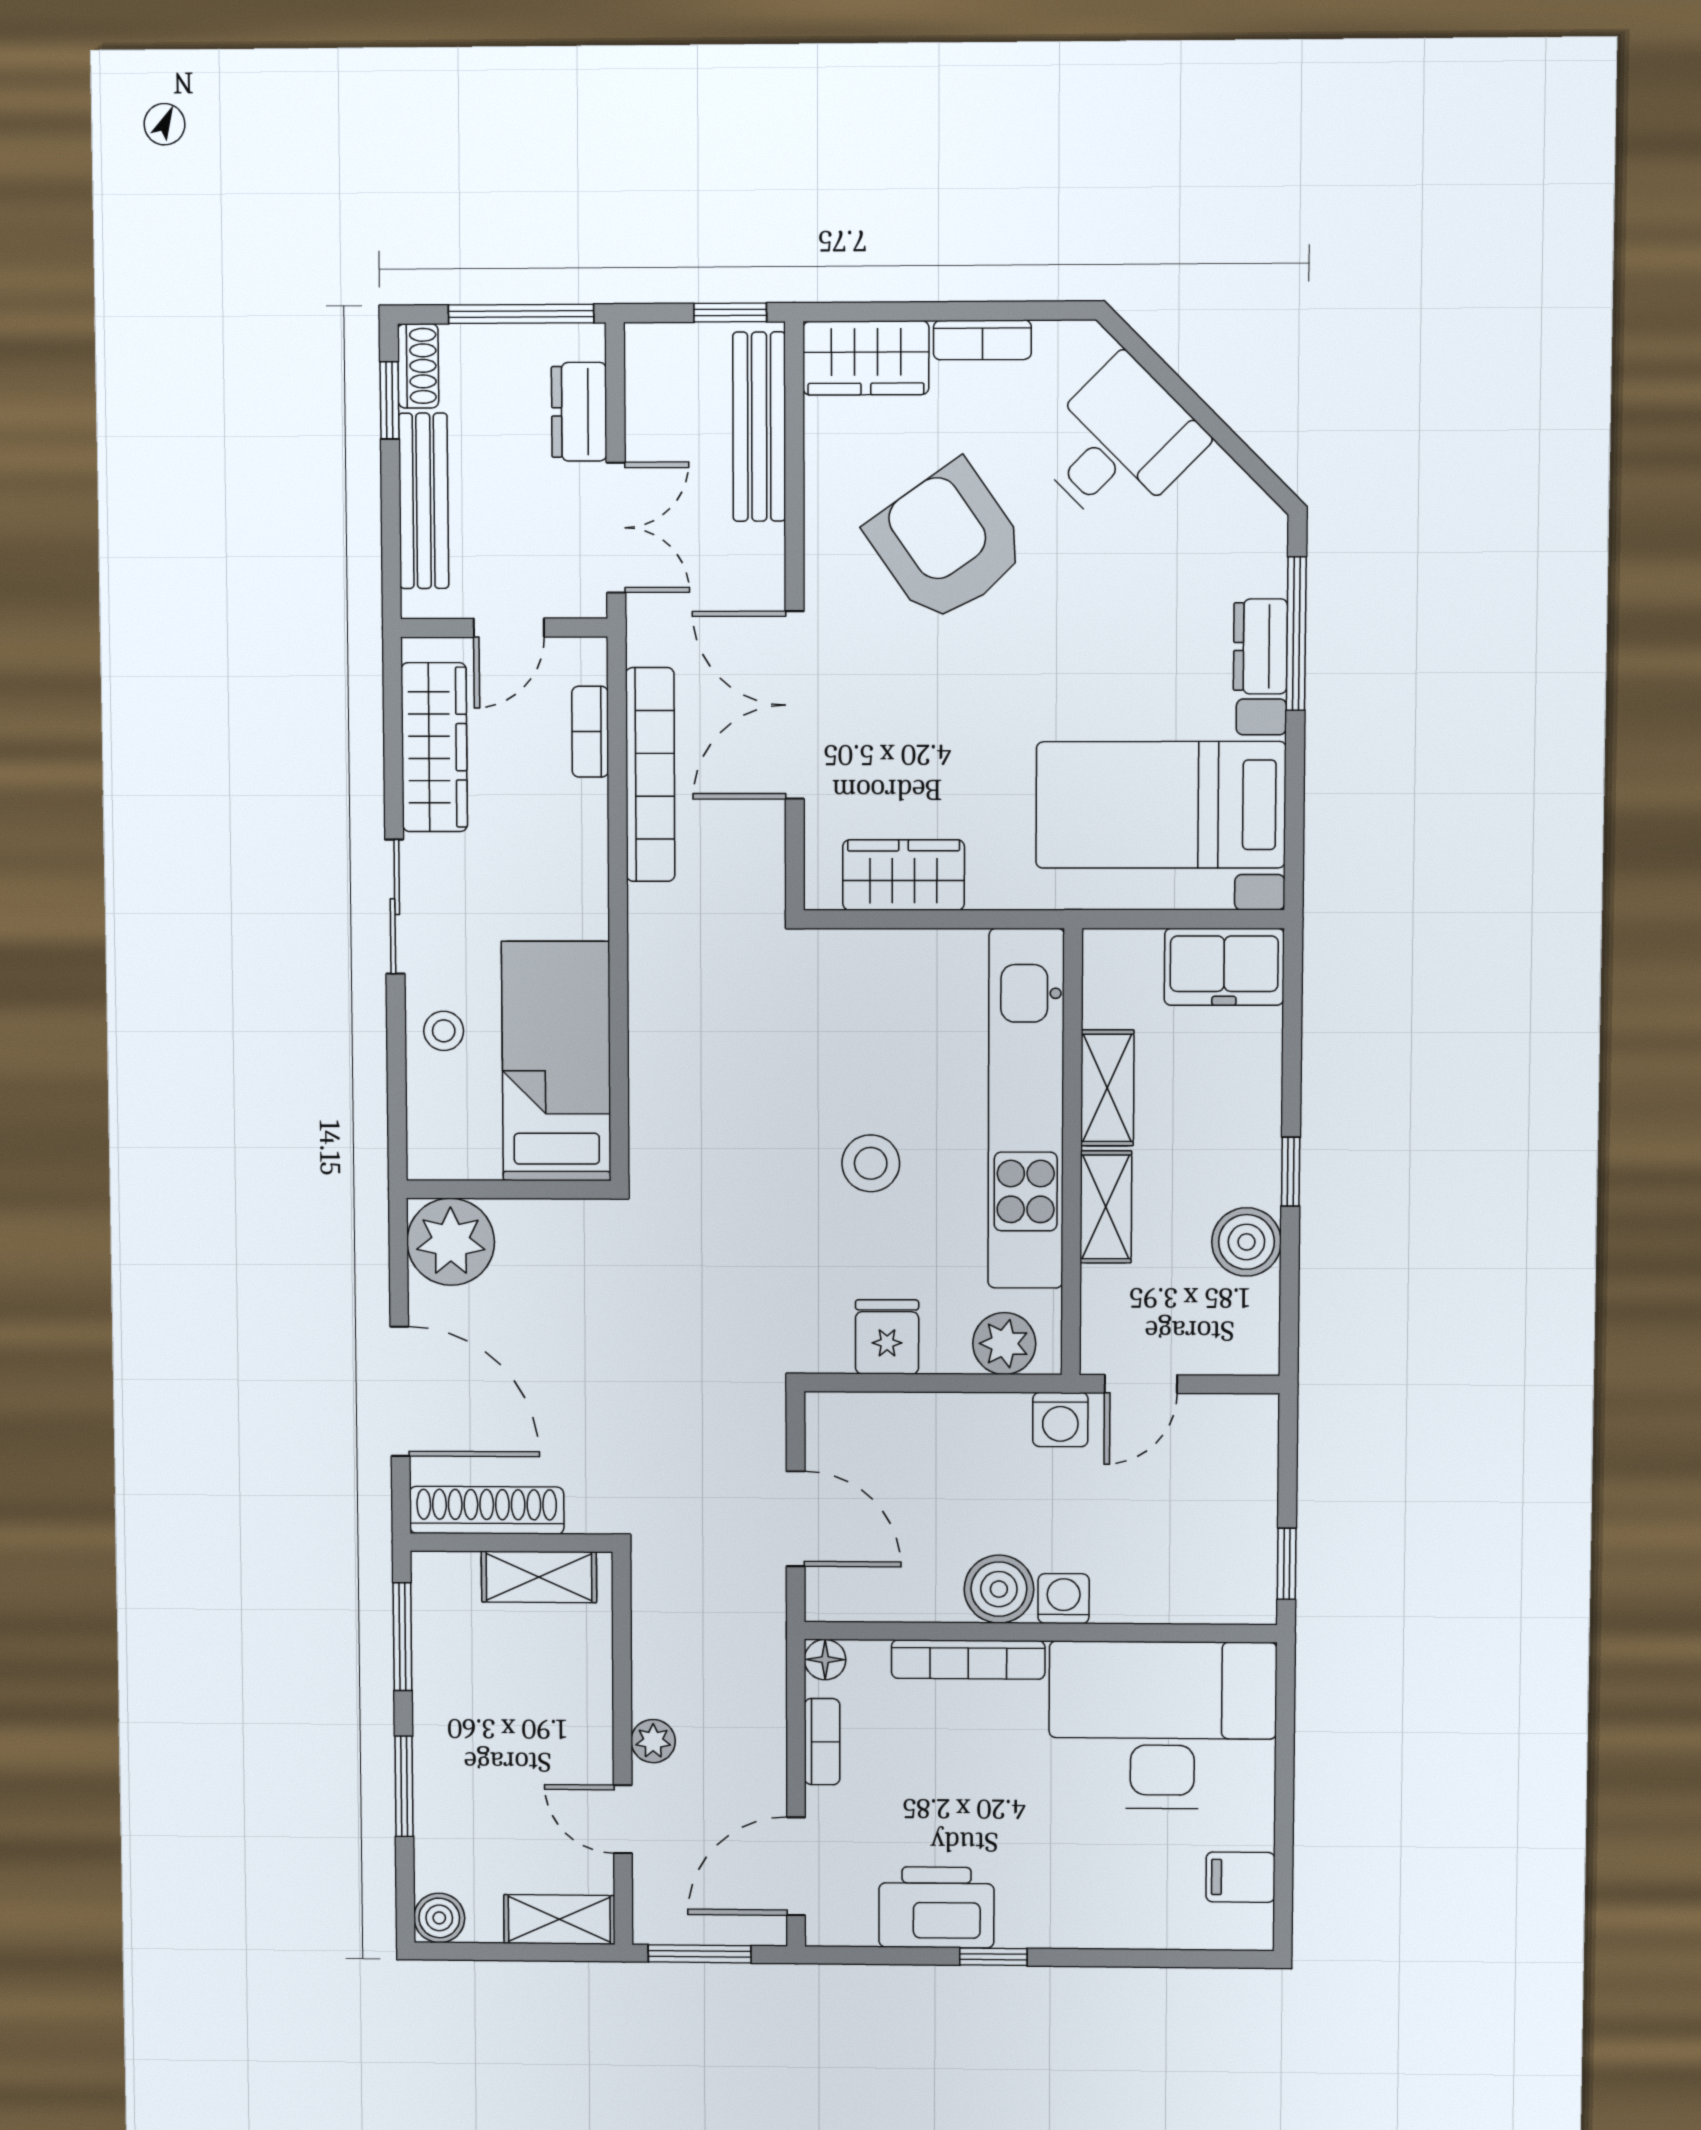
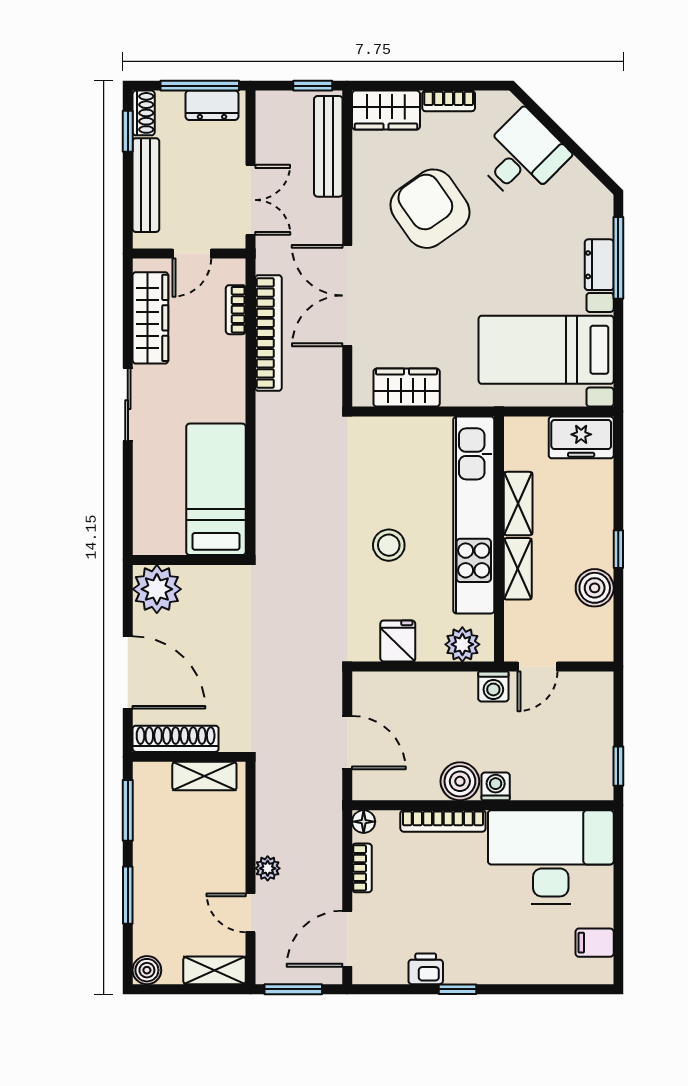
dresser: (579, 412) -> (212, 105), moved, turned -90
stool: (444, 1031) -> (154, 473), removed
printer: (936, 1907) -> (426, 969), width x0.53, depth x0.68

